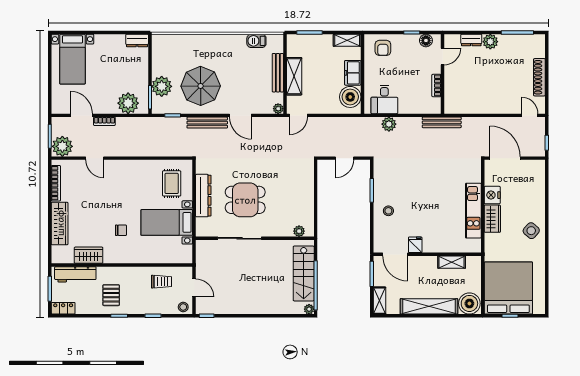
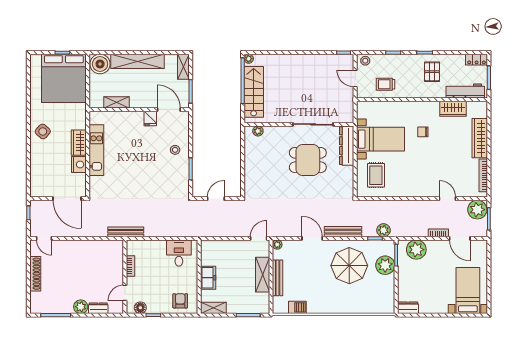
boiler: (350, 97) -> (210, 255), removed
plant: (389, 124) -> (383, 230), moved
dresser: (203, 196) -> (347, 146), moved

